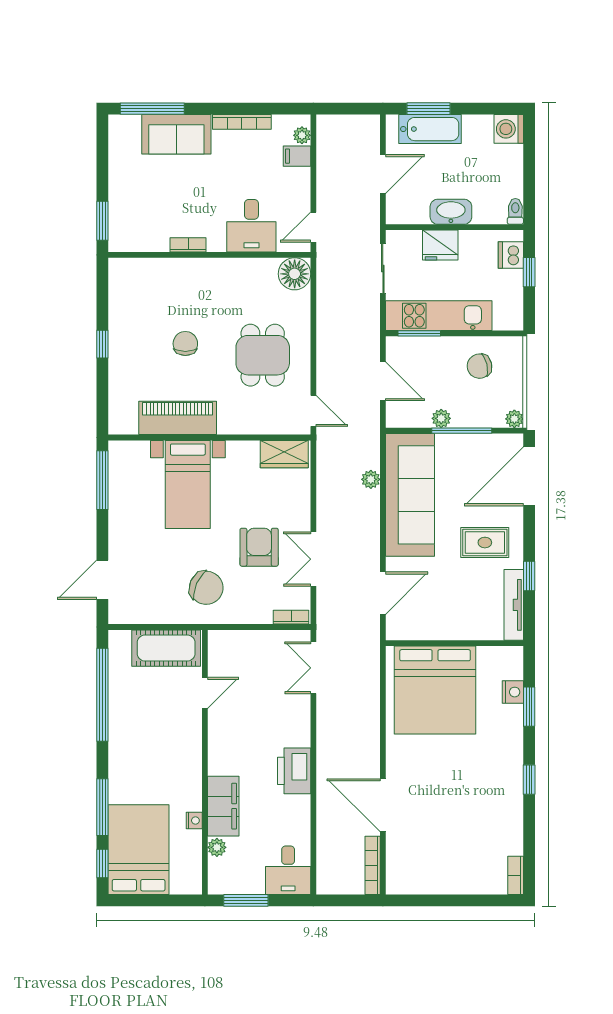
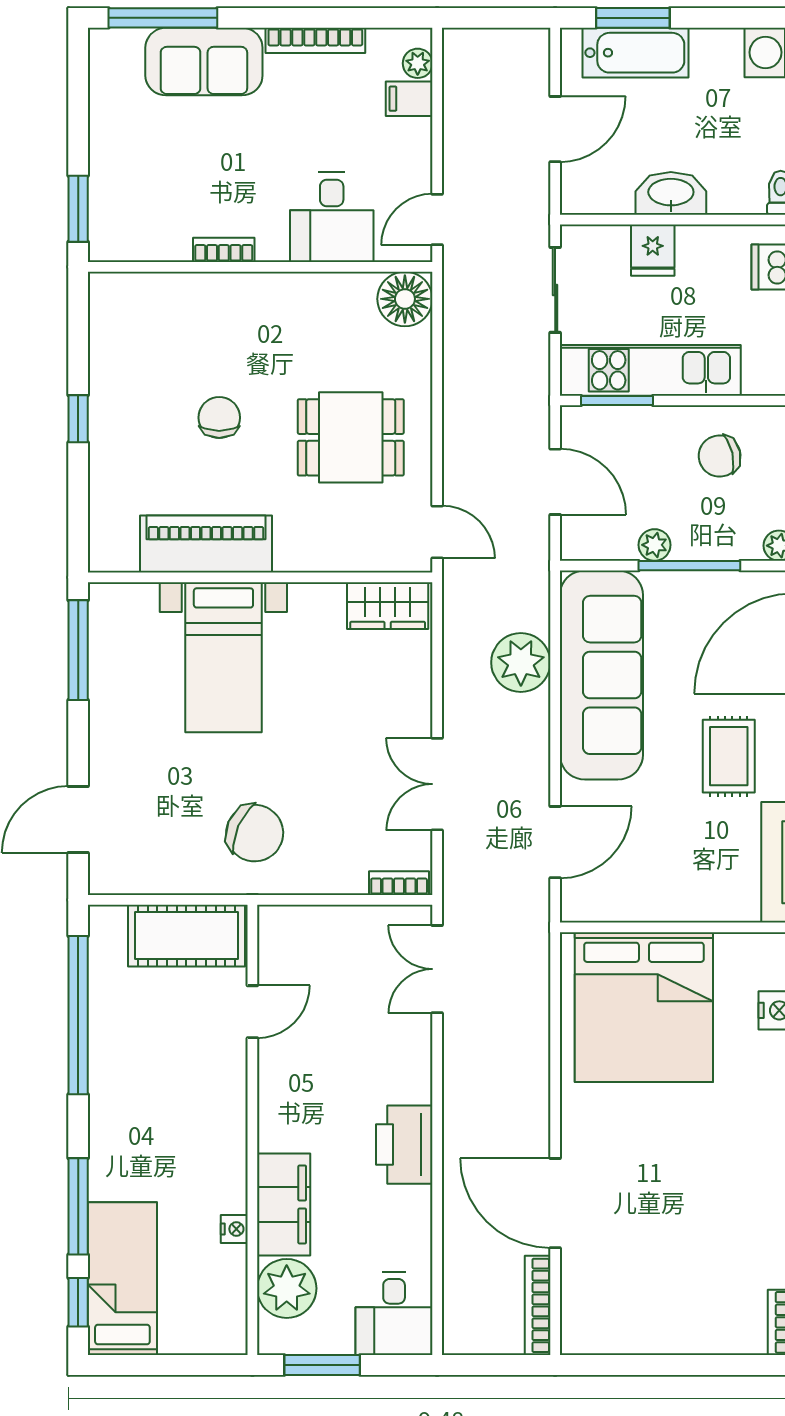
fridge: (440, 245) -> (653, 250), width x0.72
dining table: (263, 355) -> (351, 437), turned 90
plant: (371, 479) -> (521, 662), width x1.88, depth x1.88
rug: (485, 543) -> (729, 756), turned 90
armchair: (259, 547) -> (345, 764), removed
plant: (217, 847) -> (287, 1288), width x1.87, depth x1.87
bed: (139, 850) -> (122, 1279), width x0.67

